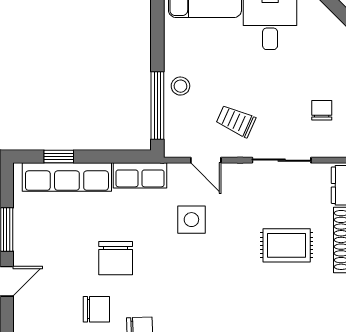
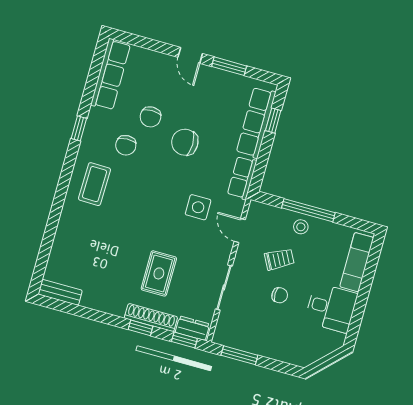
window: (157, 106) -> (308, 210), moved
chair: (322, 110) -> (280, 295), moved
trolley: (236, 121) -> (279, 259), moved, turned 38
door: (206, 160) -> (240, 230), hinge flipped

